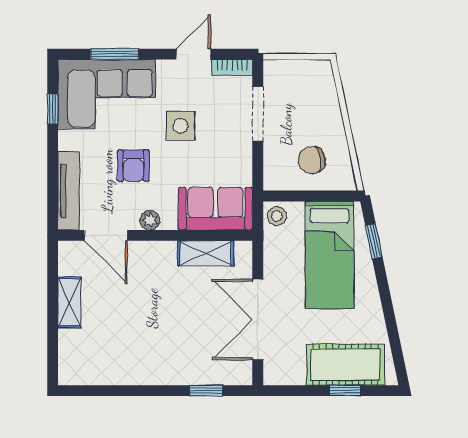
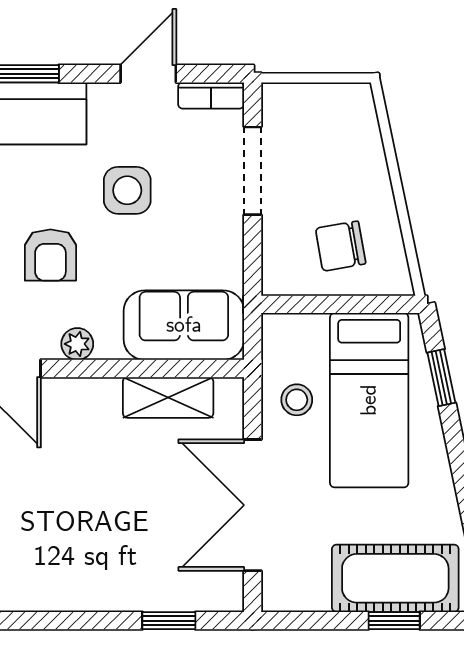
stool: (277, 216) -> (297, 400), moved

